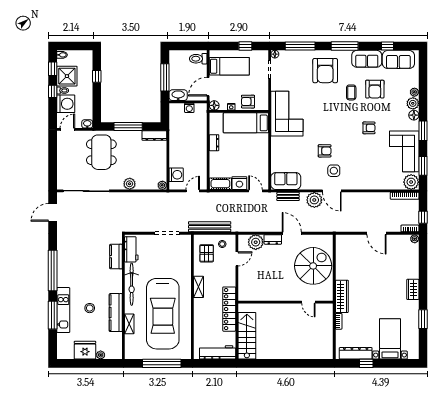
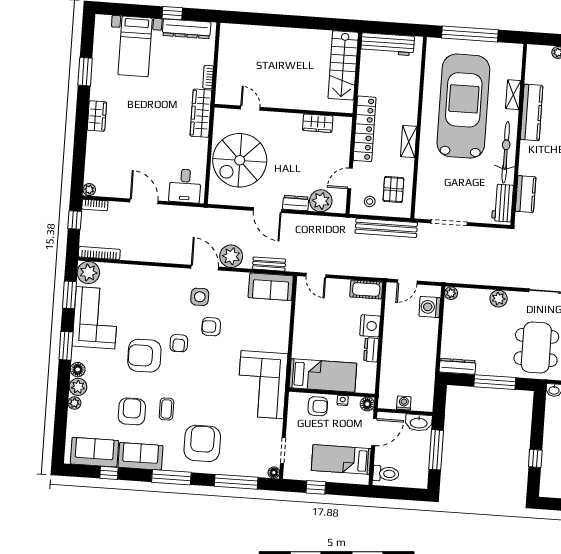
armchair: (369, 128) -> (144, 356), width x1.88, depth x1.88
armchair: (346, 138) -> (179, 343), added
nightstand: (239, 183) -> (370, 326), moved, turned 90
desk: (349, 246) -> (185, 186), added
wardrobe: (261, 295) -> (318, 123), added
locker: (229, 309) -> (365, 129), moved

